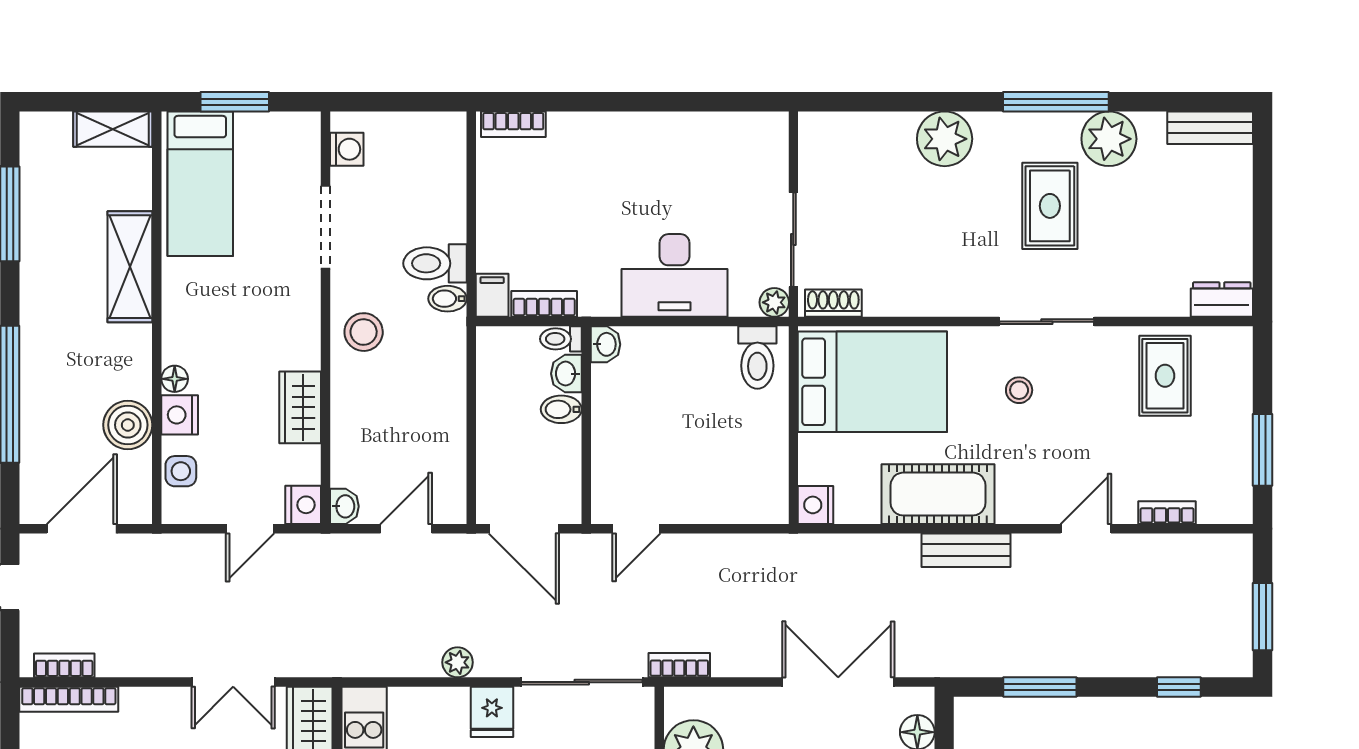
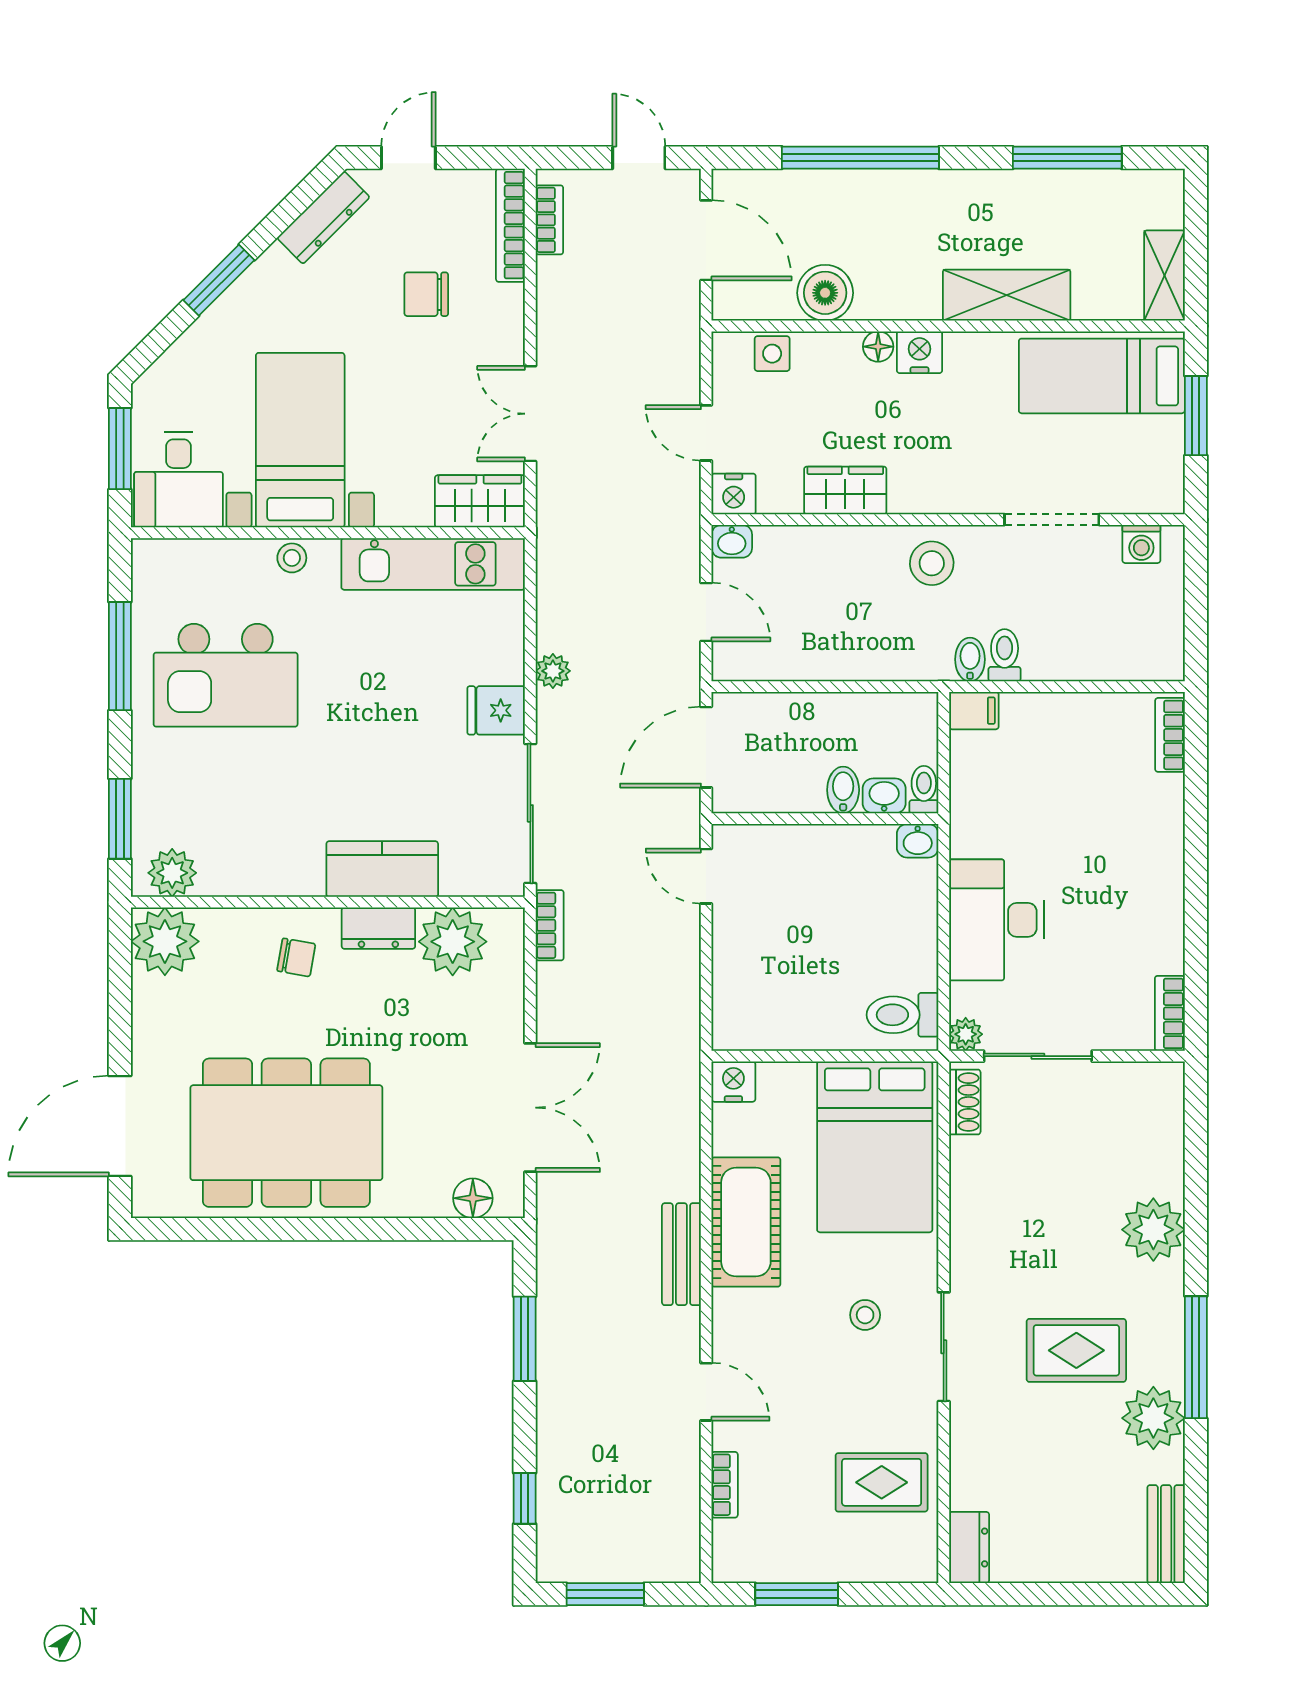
toilet: (435, 263) -> (1005, 655), width x0.73, depth x0.72
bookcase: (544, 304) -> (1170, 1013), moved, turned 180
nightstand: (180, 415) -> (919, 352), moved

